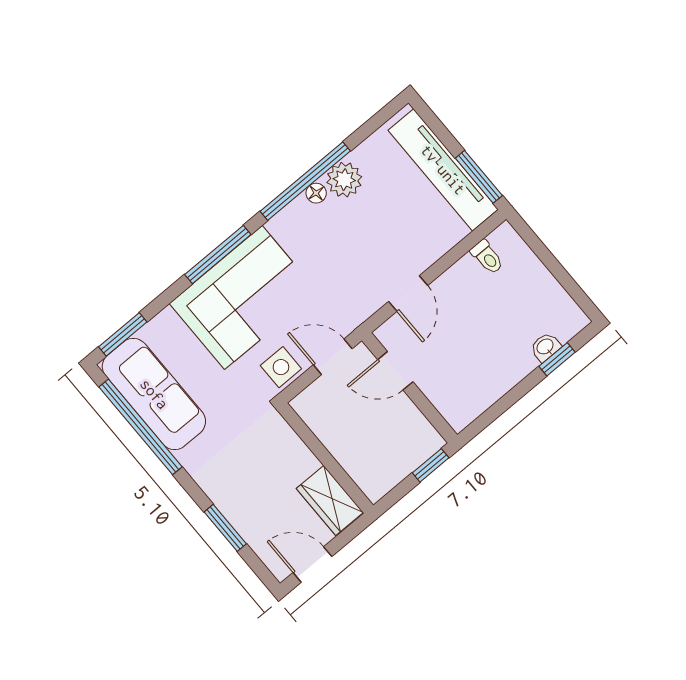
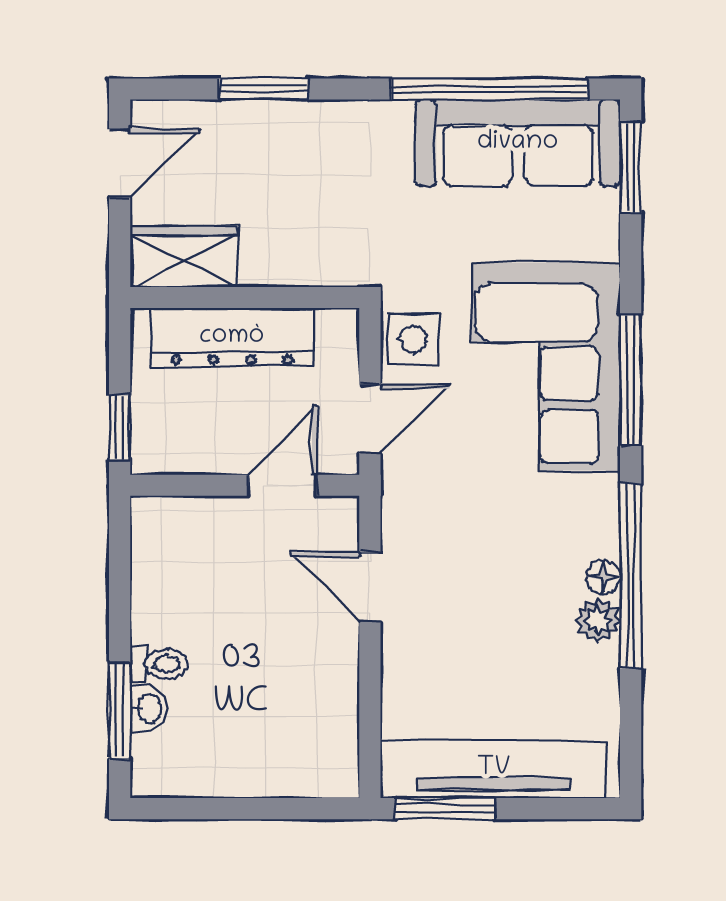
plant: (344, 180) -> (598, 620), width x0.73, depth x0.73
toilet: (487, 257) -> (159, 664), moved, turned 180
window: (557, 359) -> (120, 710), width x1.50
dresser: (348, 449) -> (232, 337), added

